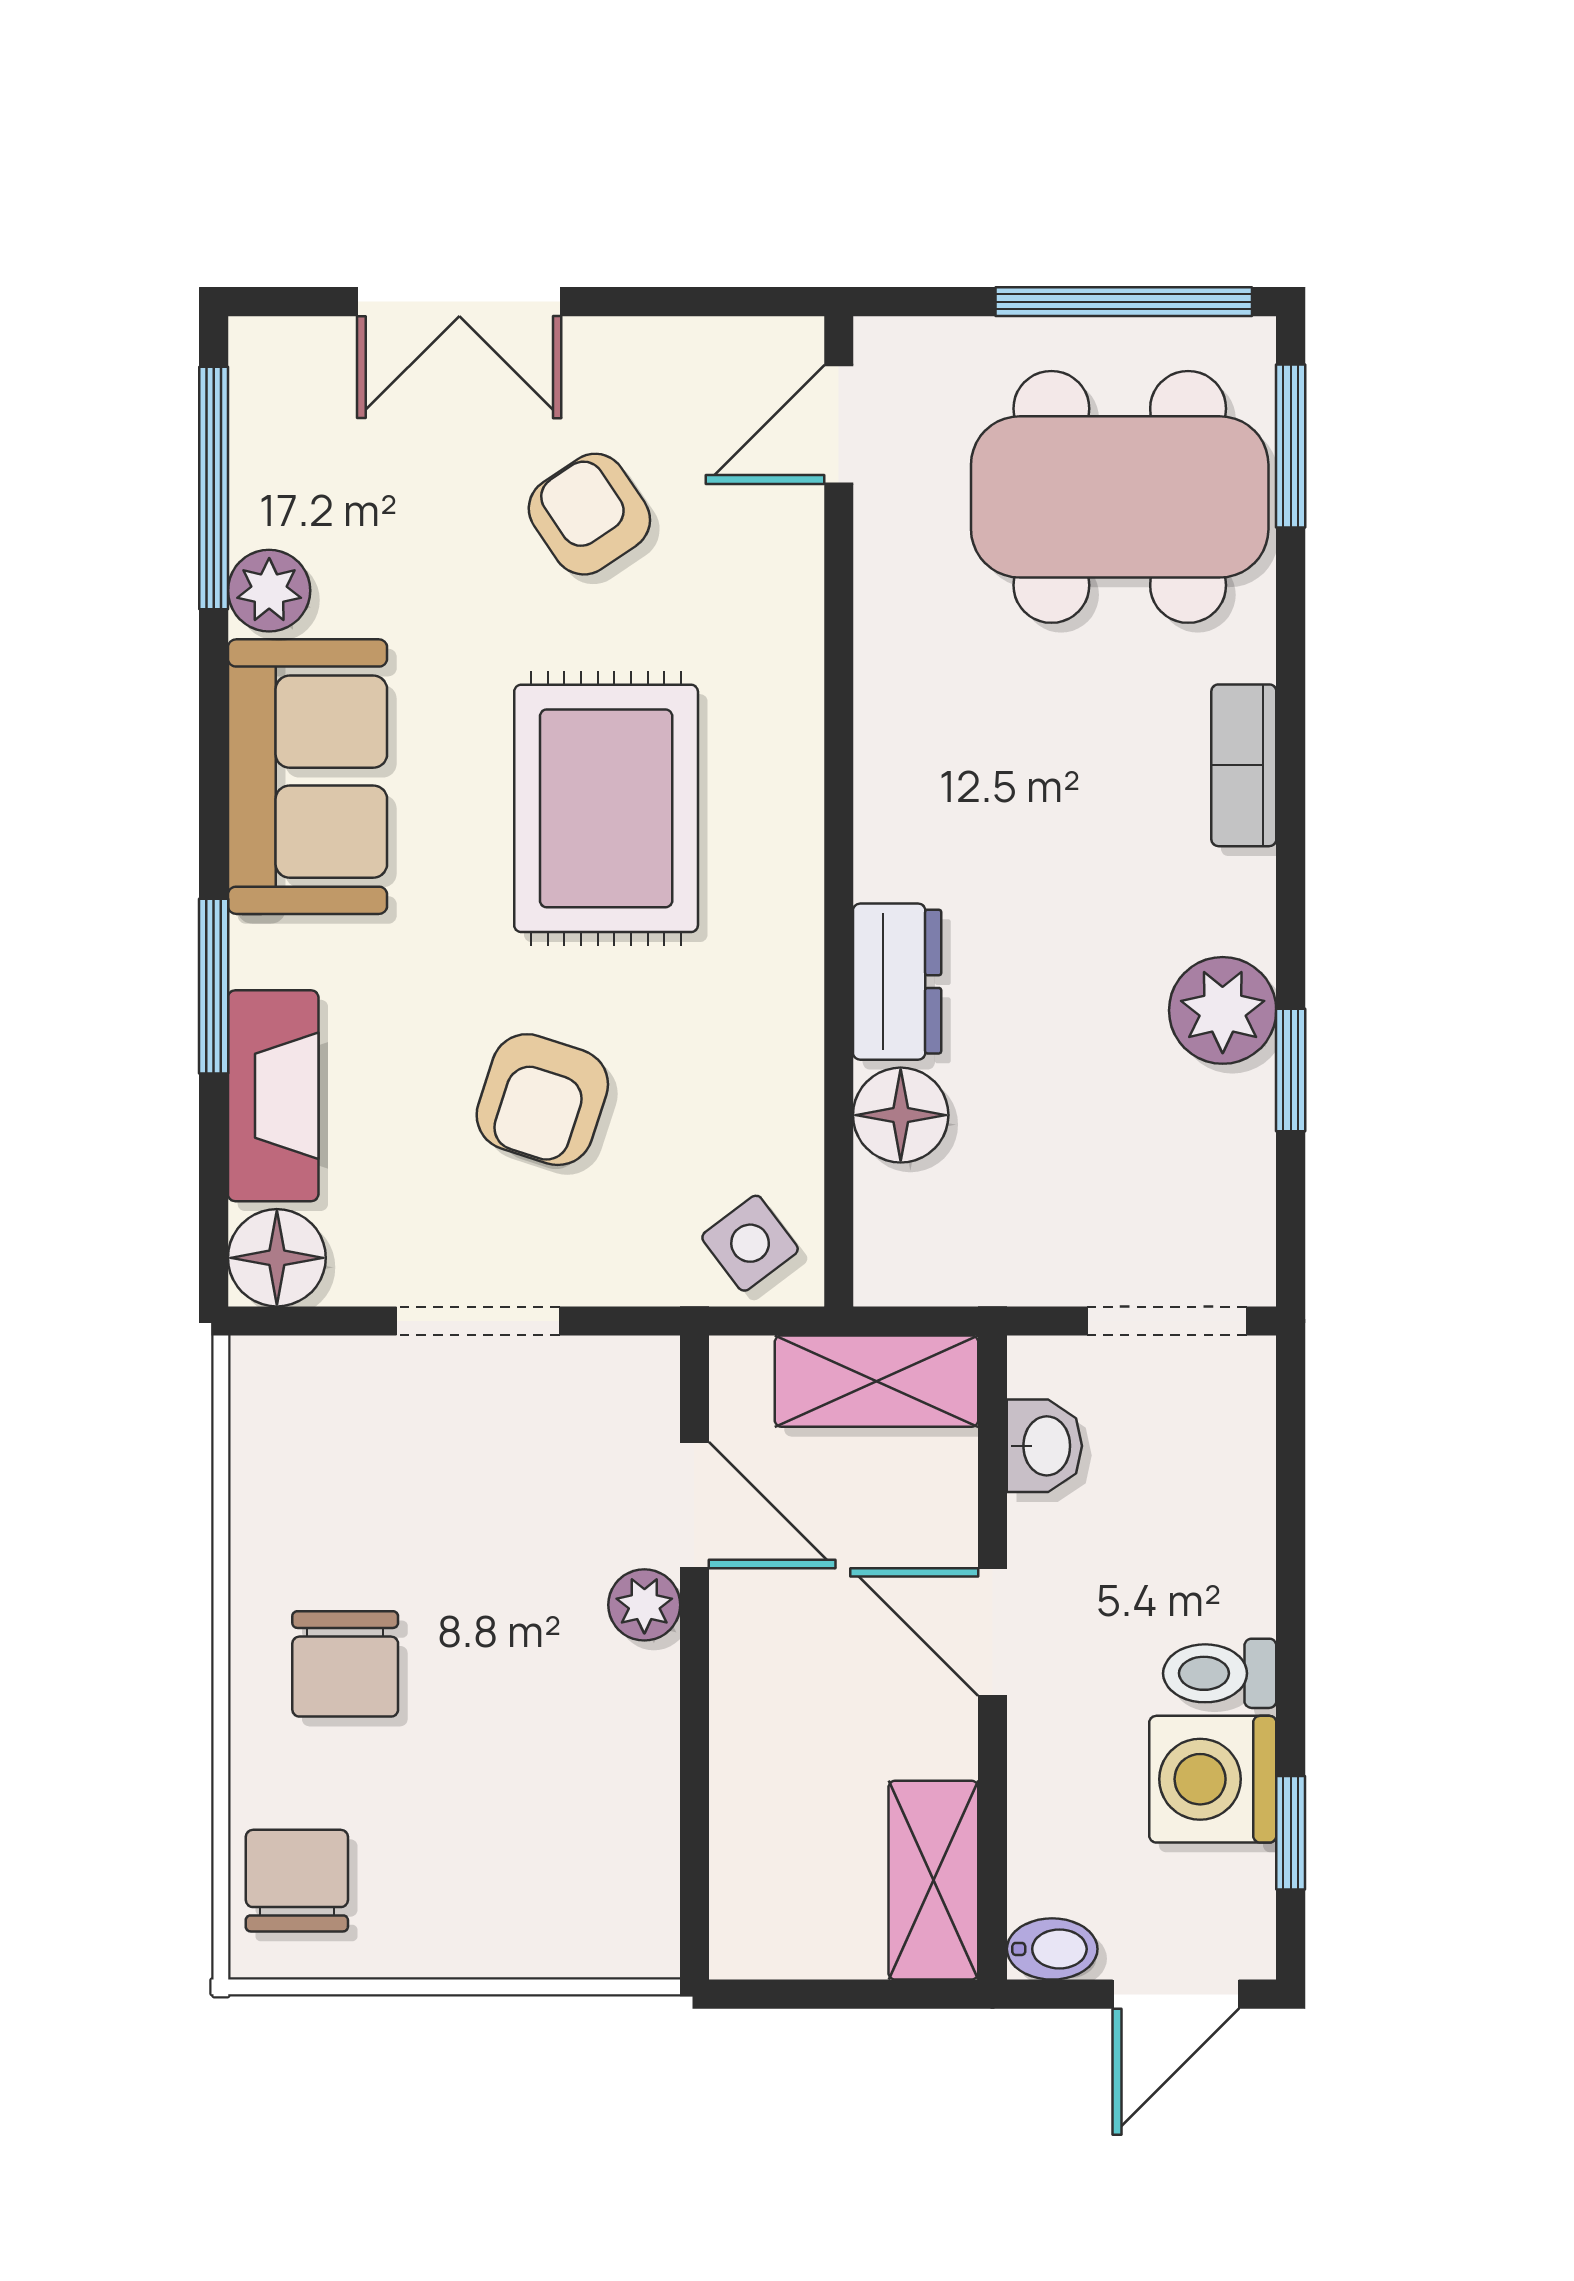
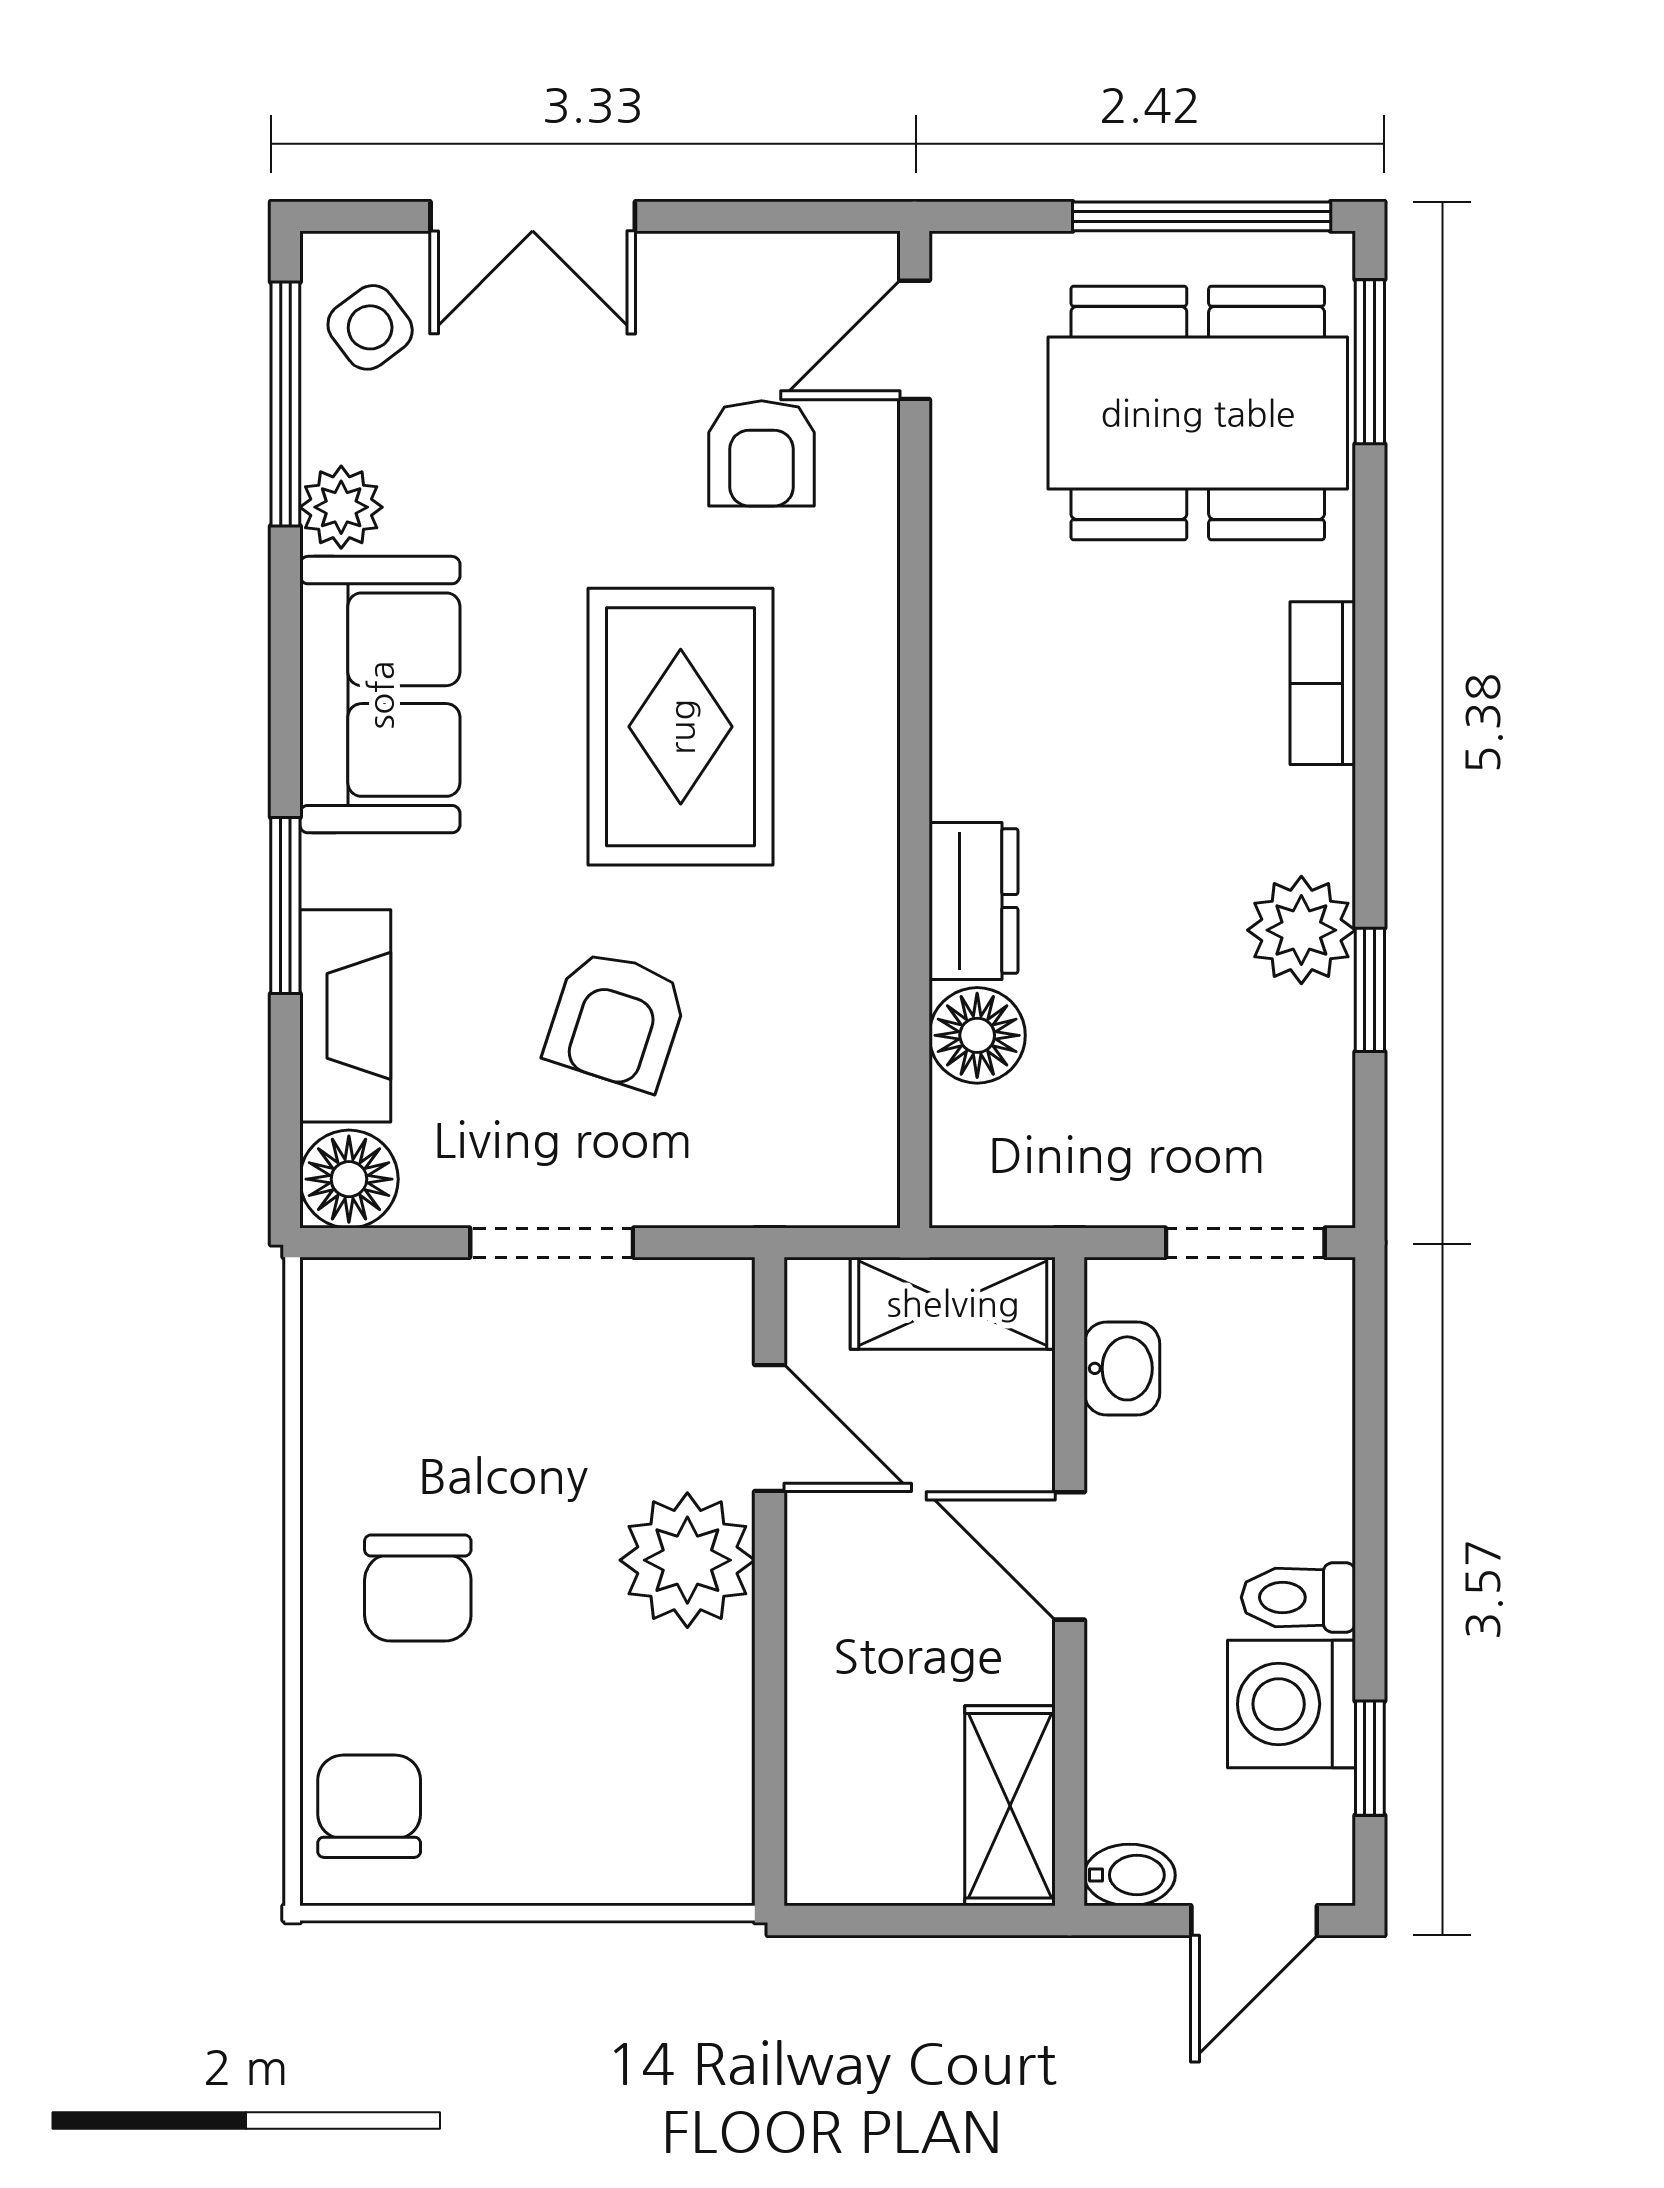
armchair: (589, 514) -> (762, 453), moved, turned -146
side table: (750, 1243) -> (370, 327), moved
plant: (644, 1605) -> (687, 1560), width x1.87, depth x1.87

